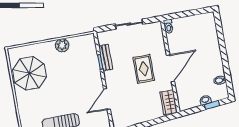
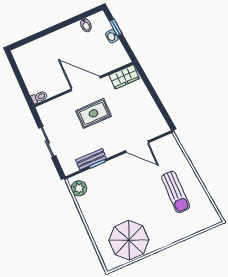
plant: (62, 45) -> (79, 188), moved

